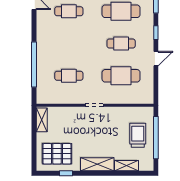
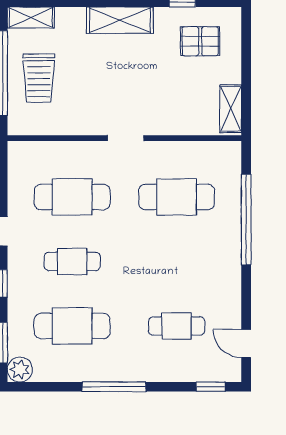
cafe table: (69, 76) -> (177, 197), width x1.37, depth x1.35
pallet: (57, 154) -> (200, 41), width x0.67, depth x0.71
shelving: (126, 166) -> (31, 17), moved

